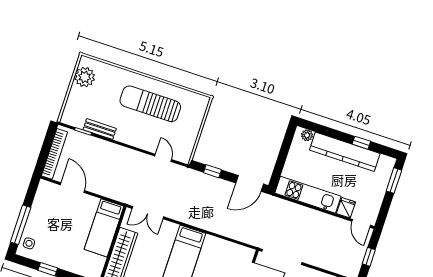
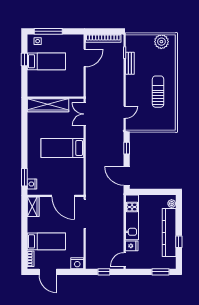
sun lounger: (150, 104) -> (158, 92), width x0.73, depth x0.75
bed: (104, 228) -> (46, 61), moved, turned 180

